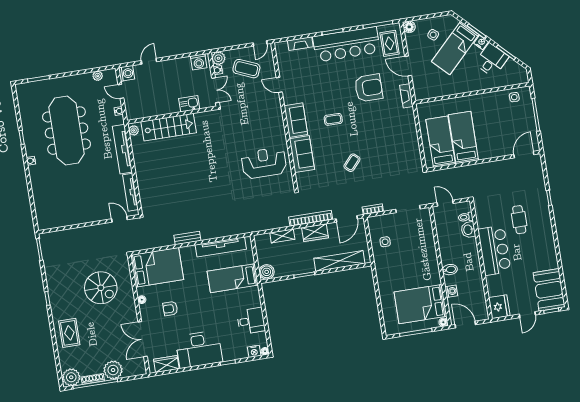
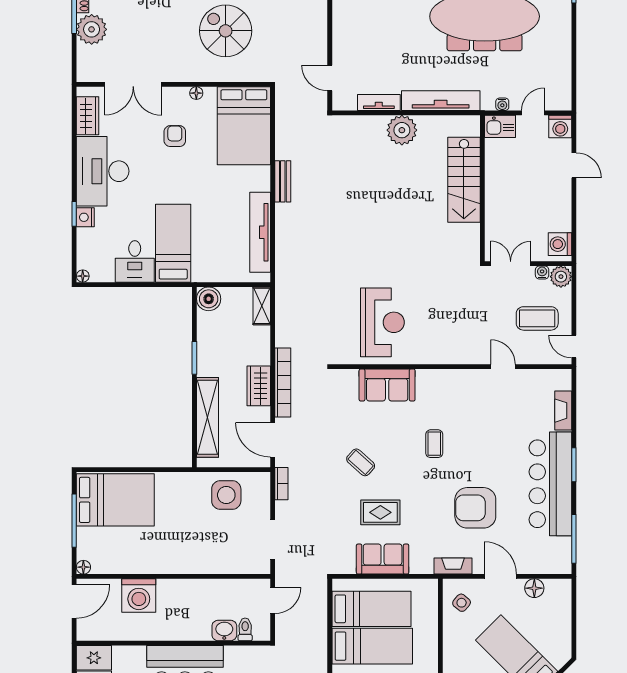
floor lamp: (409, 27) -> (534, 588), moved
side table: (433, 35) -> (462, 603), moved
rug: (390, 43) -> (380, 512), moved
door: (408, 66) -> (500, 576), hinge flipped
coffee table: (246, 69) -> (537, 318), turned 67
plant: (98, 76) -> (564, 80), removed
door: (279, 85) -> (503, 367), hinge flipped
armchair: (369, 88) -> (475, 508), turned 90
double door: (215, 90) -> (511, 264), swing flipped
kitchen sink: (189, 104) -> (500, 126), moved, turned 90
sofa: (296, 120) -> (383, 559), moved, turned 180
plant: (134, 130) -> (402, 130), moved, width x1.88, depth x1.88
tv unit: (131, 192) -> (379, 103), width x0.71
door: (119, 219) -> (330, 78), swing flipped
shelving: (282, 236) -> (262, 306), moved
side table: (385, 242) -> (226, 495), width x1.87, depth x1.87
bidet: (450, 270) -> (166, 591), removed
bed: (233, 278) -> (173, 243), moved
spiral stairs: (101, 288) -> (226, 31), turned 90
washing machine: (451, 291) -> (139, 596), width x1.89, depth x1.89
bed: (420, 304) -> (115, 500), moved, turned 90
double door: (143, 339) -> (133, 84), swing flipped
nightstand: (254, 351) -> (85, 217), moved

